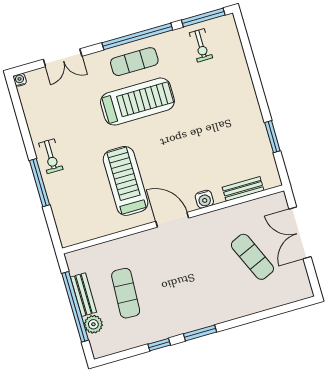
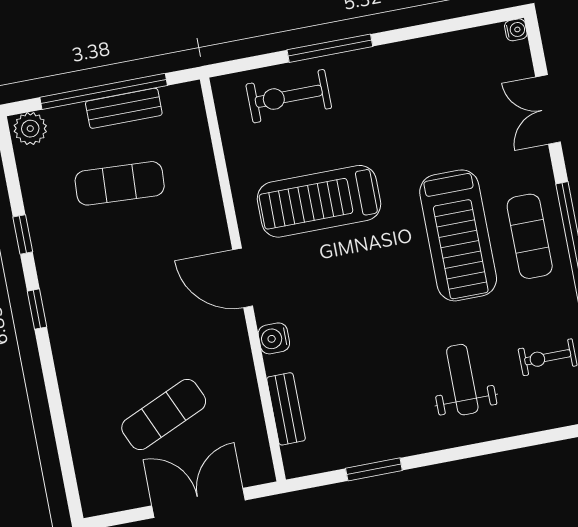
weight bench: (218, 92) -> (462, 380), added
exercise bike: (51, 156) -> (289, 96), moved, width x1.38, depth x1.39
treadmill: (126, 181) -> (319, 201), turned 180
door: (172, 220) -> (243, 278), swing flipped
plant: (93, 324) -> (30, 129), moved
window: (200, 333) -> (37, 309), width x0.67

